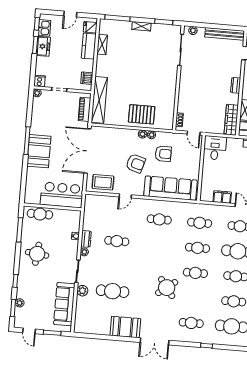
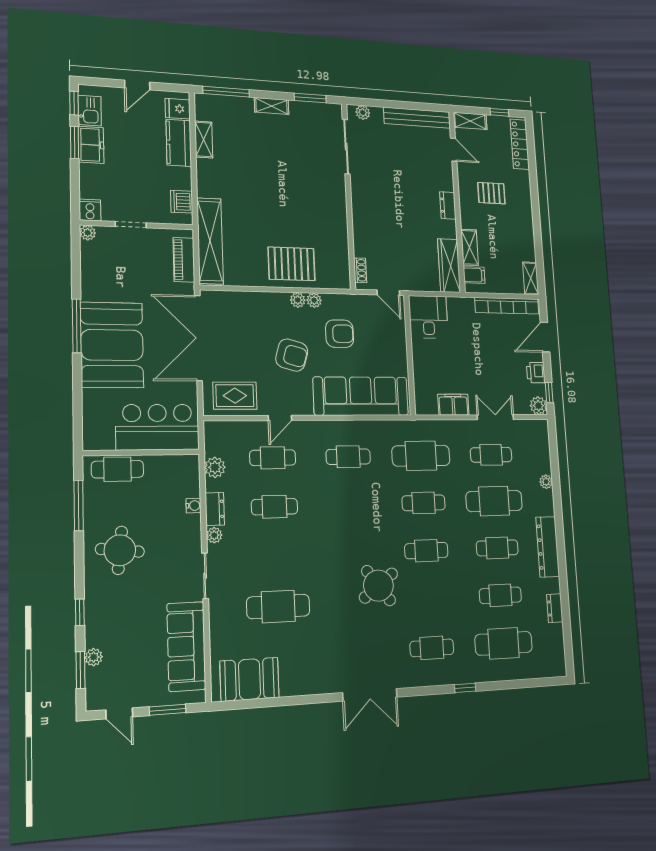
booth: (39, 151) -> (112, 345), width x1.36, depth x1.42
cafe table: (119, 216) -> (273, 458), added
cafe table: (200, 223) -> (421, 456), width x1.37, depth x1.35
plant: (82, 291) -> (215, 467), moved
booth: (125, 327) -> (250, 679), moved

